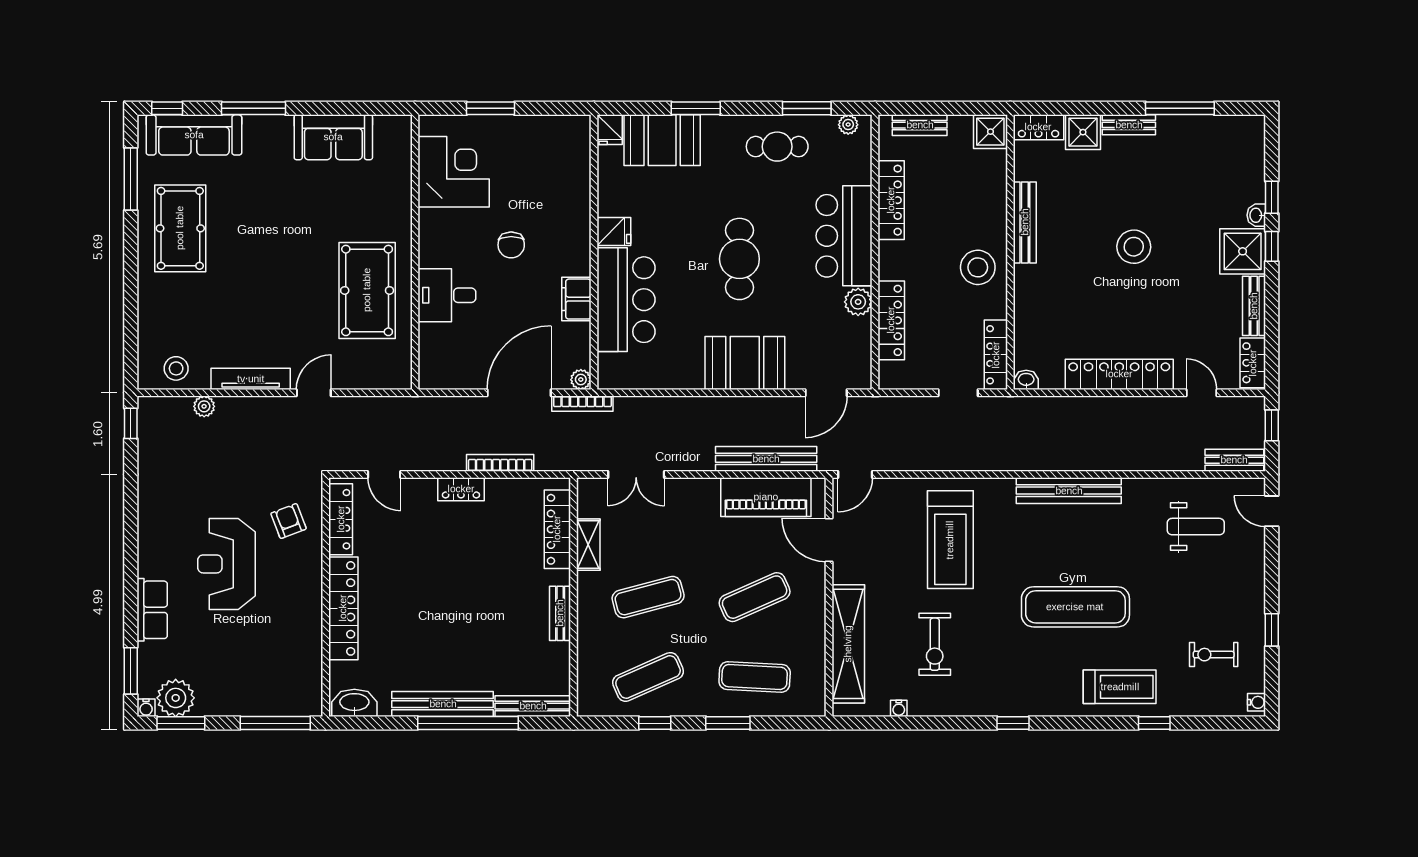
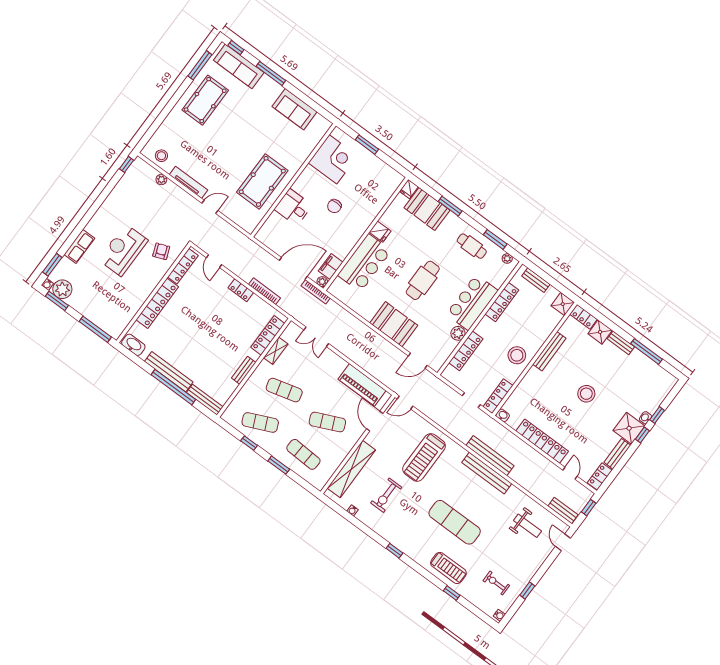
filing cabinet: (576, 299) -> (331, 267), moved
bench: (766, 459) -> (490, 456), moved

